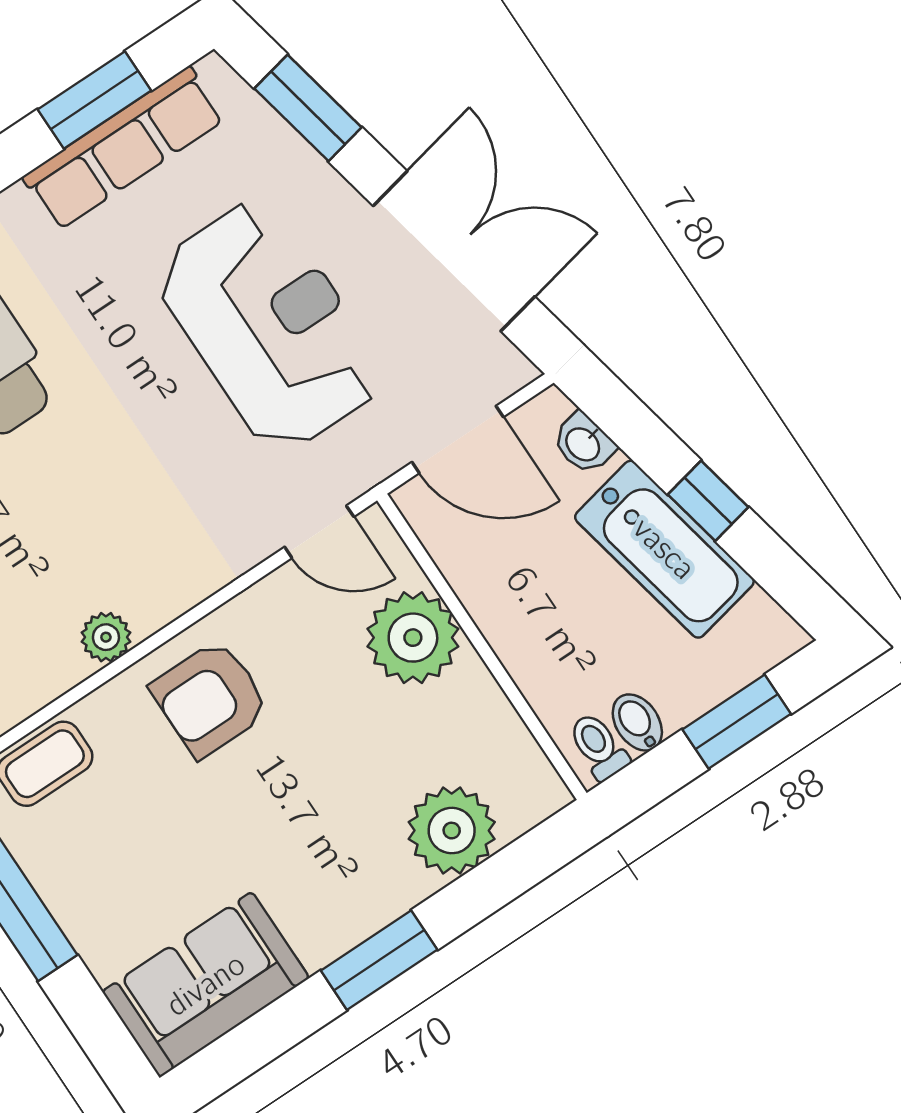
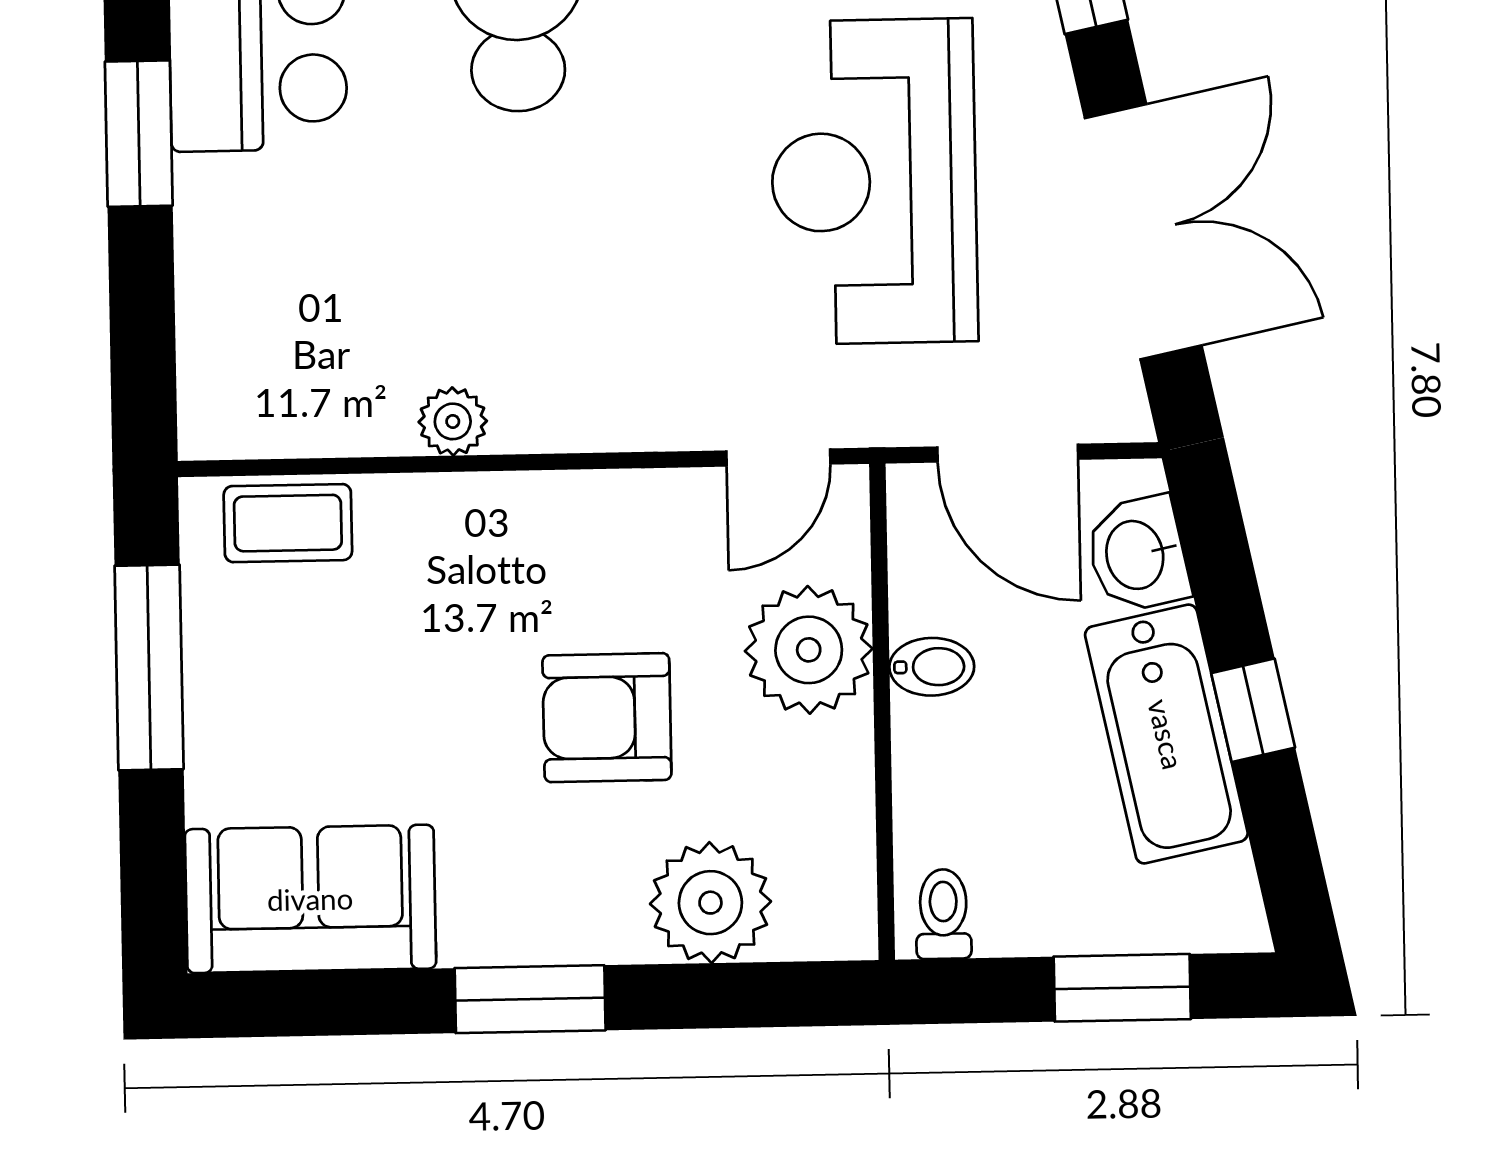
reception desk: (270, 326) -> (874, 181), turned 180
washbasin: (584, 443) -> (1137, 554), width x1.38, depth x1.45
door: (319, 532) -> (778, 458), hinge flipped
armchair: (210, 699) -> (607, 718), moved
bidet: (637, 722) -> (932, 667), moved, turned 90

